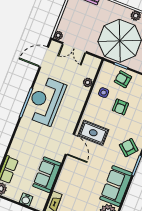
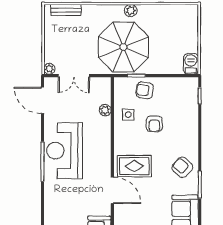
door: (44, 57) -> (42, 100), hinge flipped

